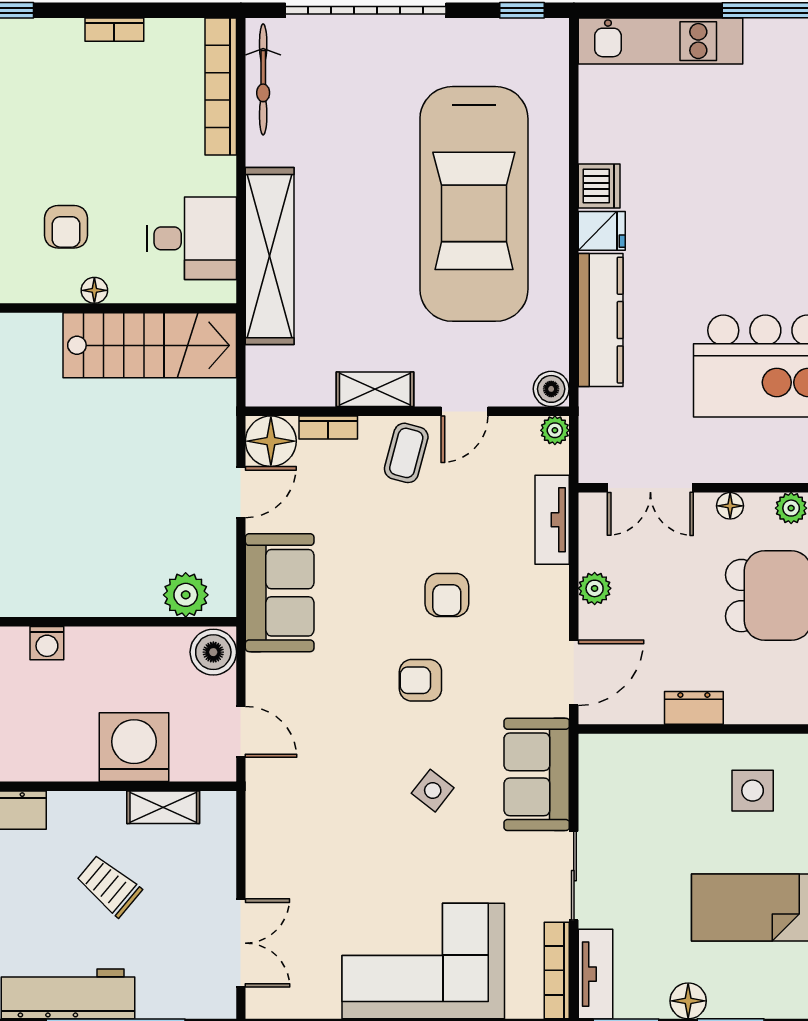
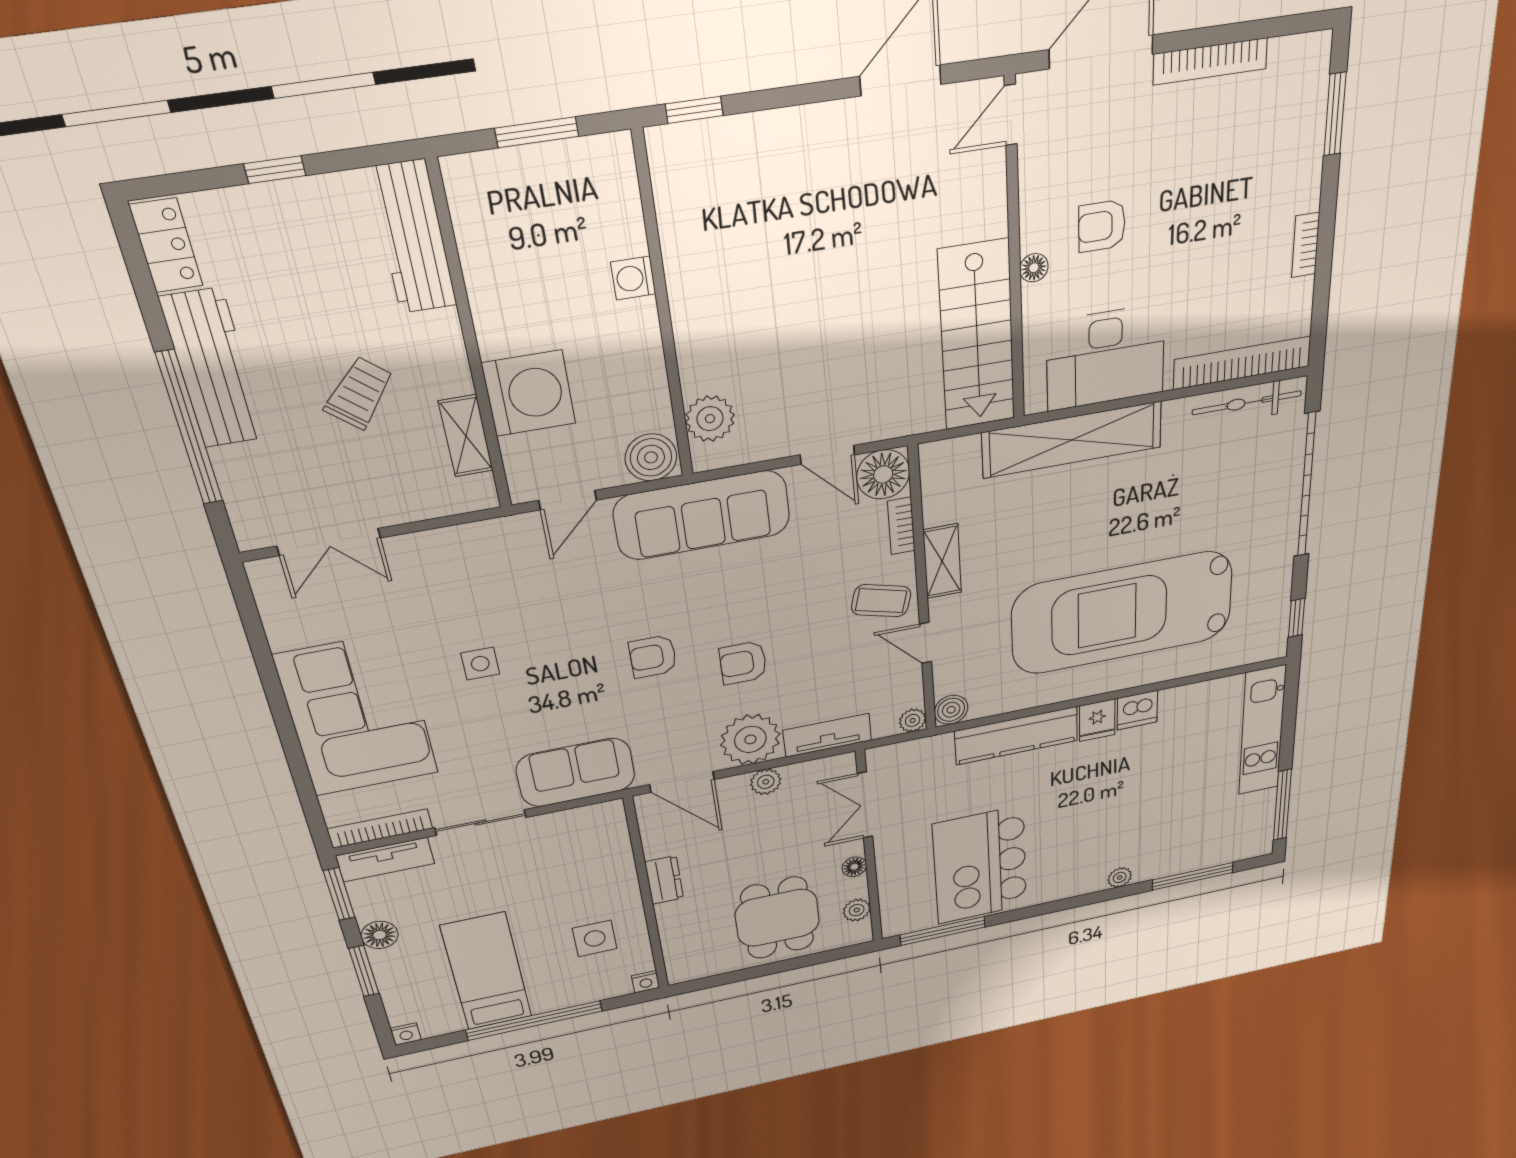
desk: (192, 238) -> (1106, 358), width x1.37
sofa: (280, 593) -> (702, 515), width x1.36
plant: (539, 598) -> (750, 739), added
armchair: (420, 680) -> (653, 657), turned -90
side table: (433, 791) -> (480, 664), moved, turned -38

